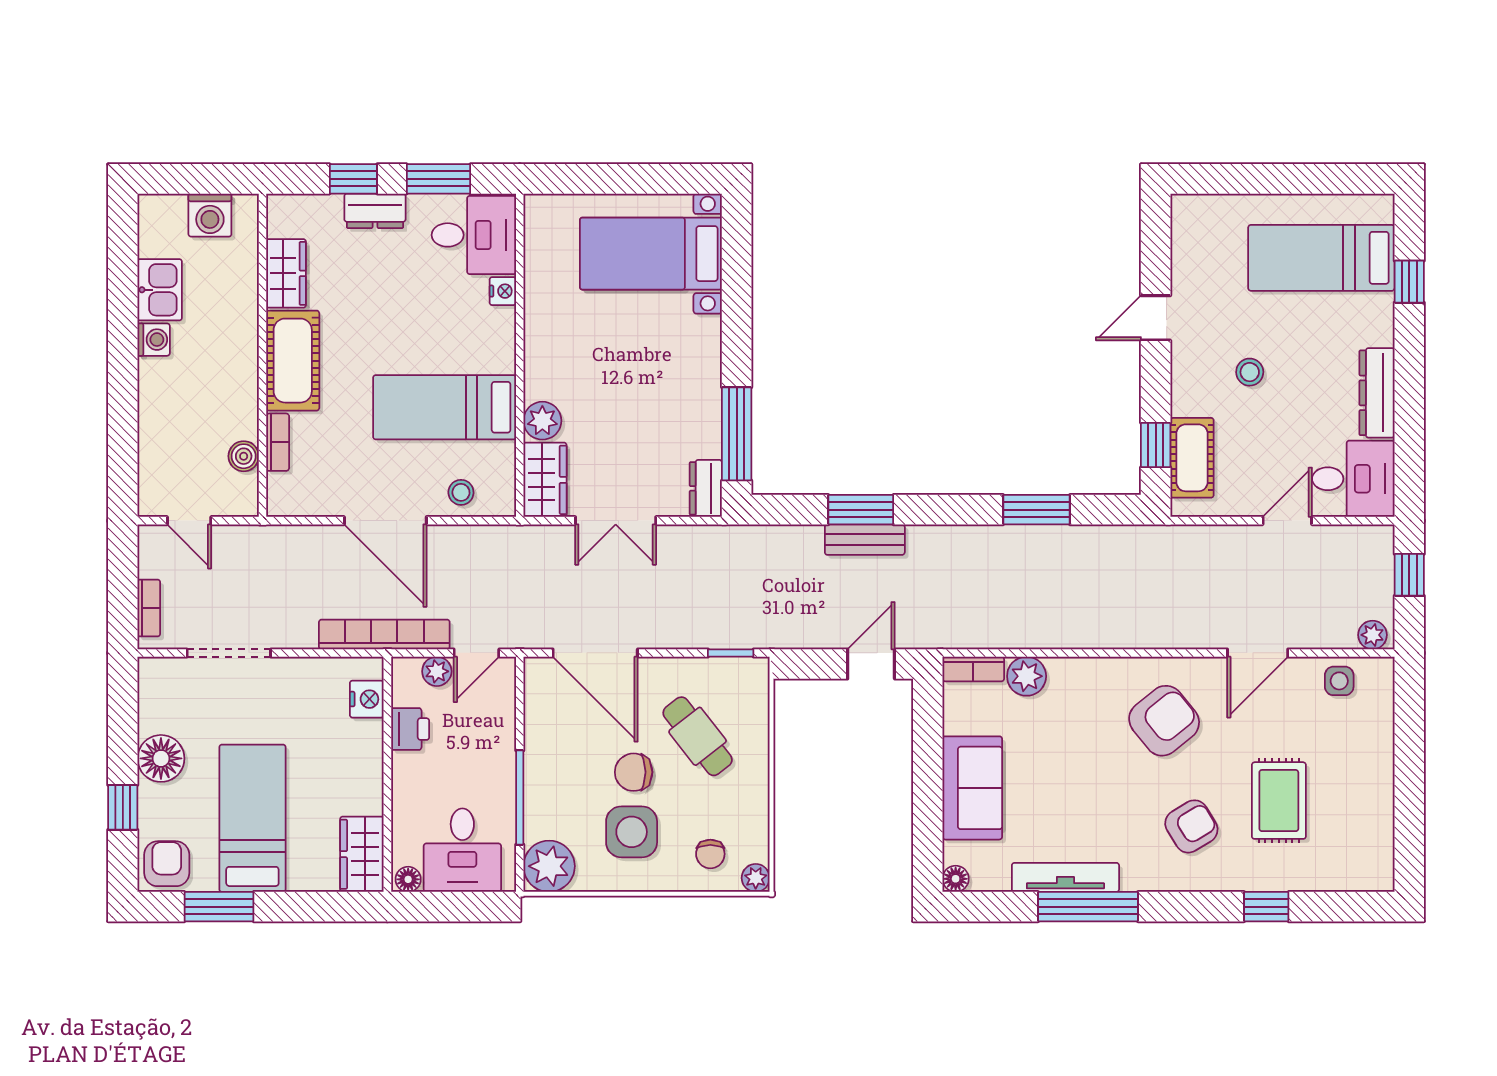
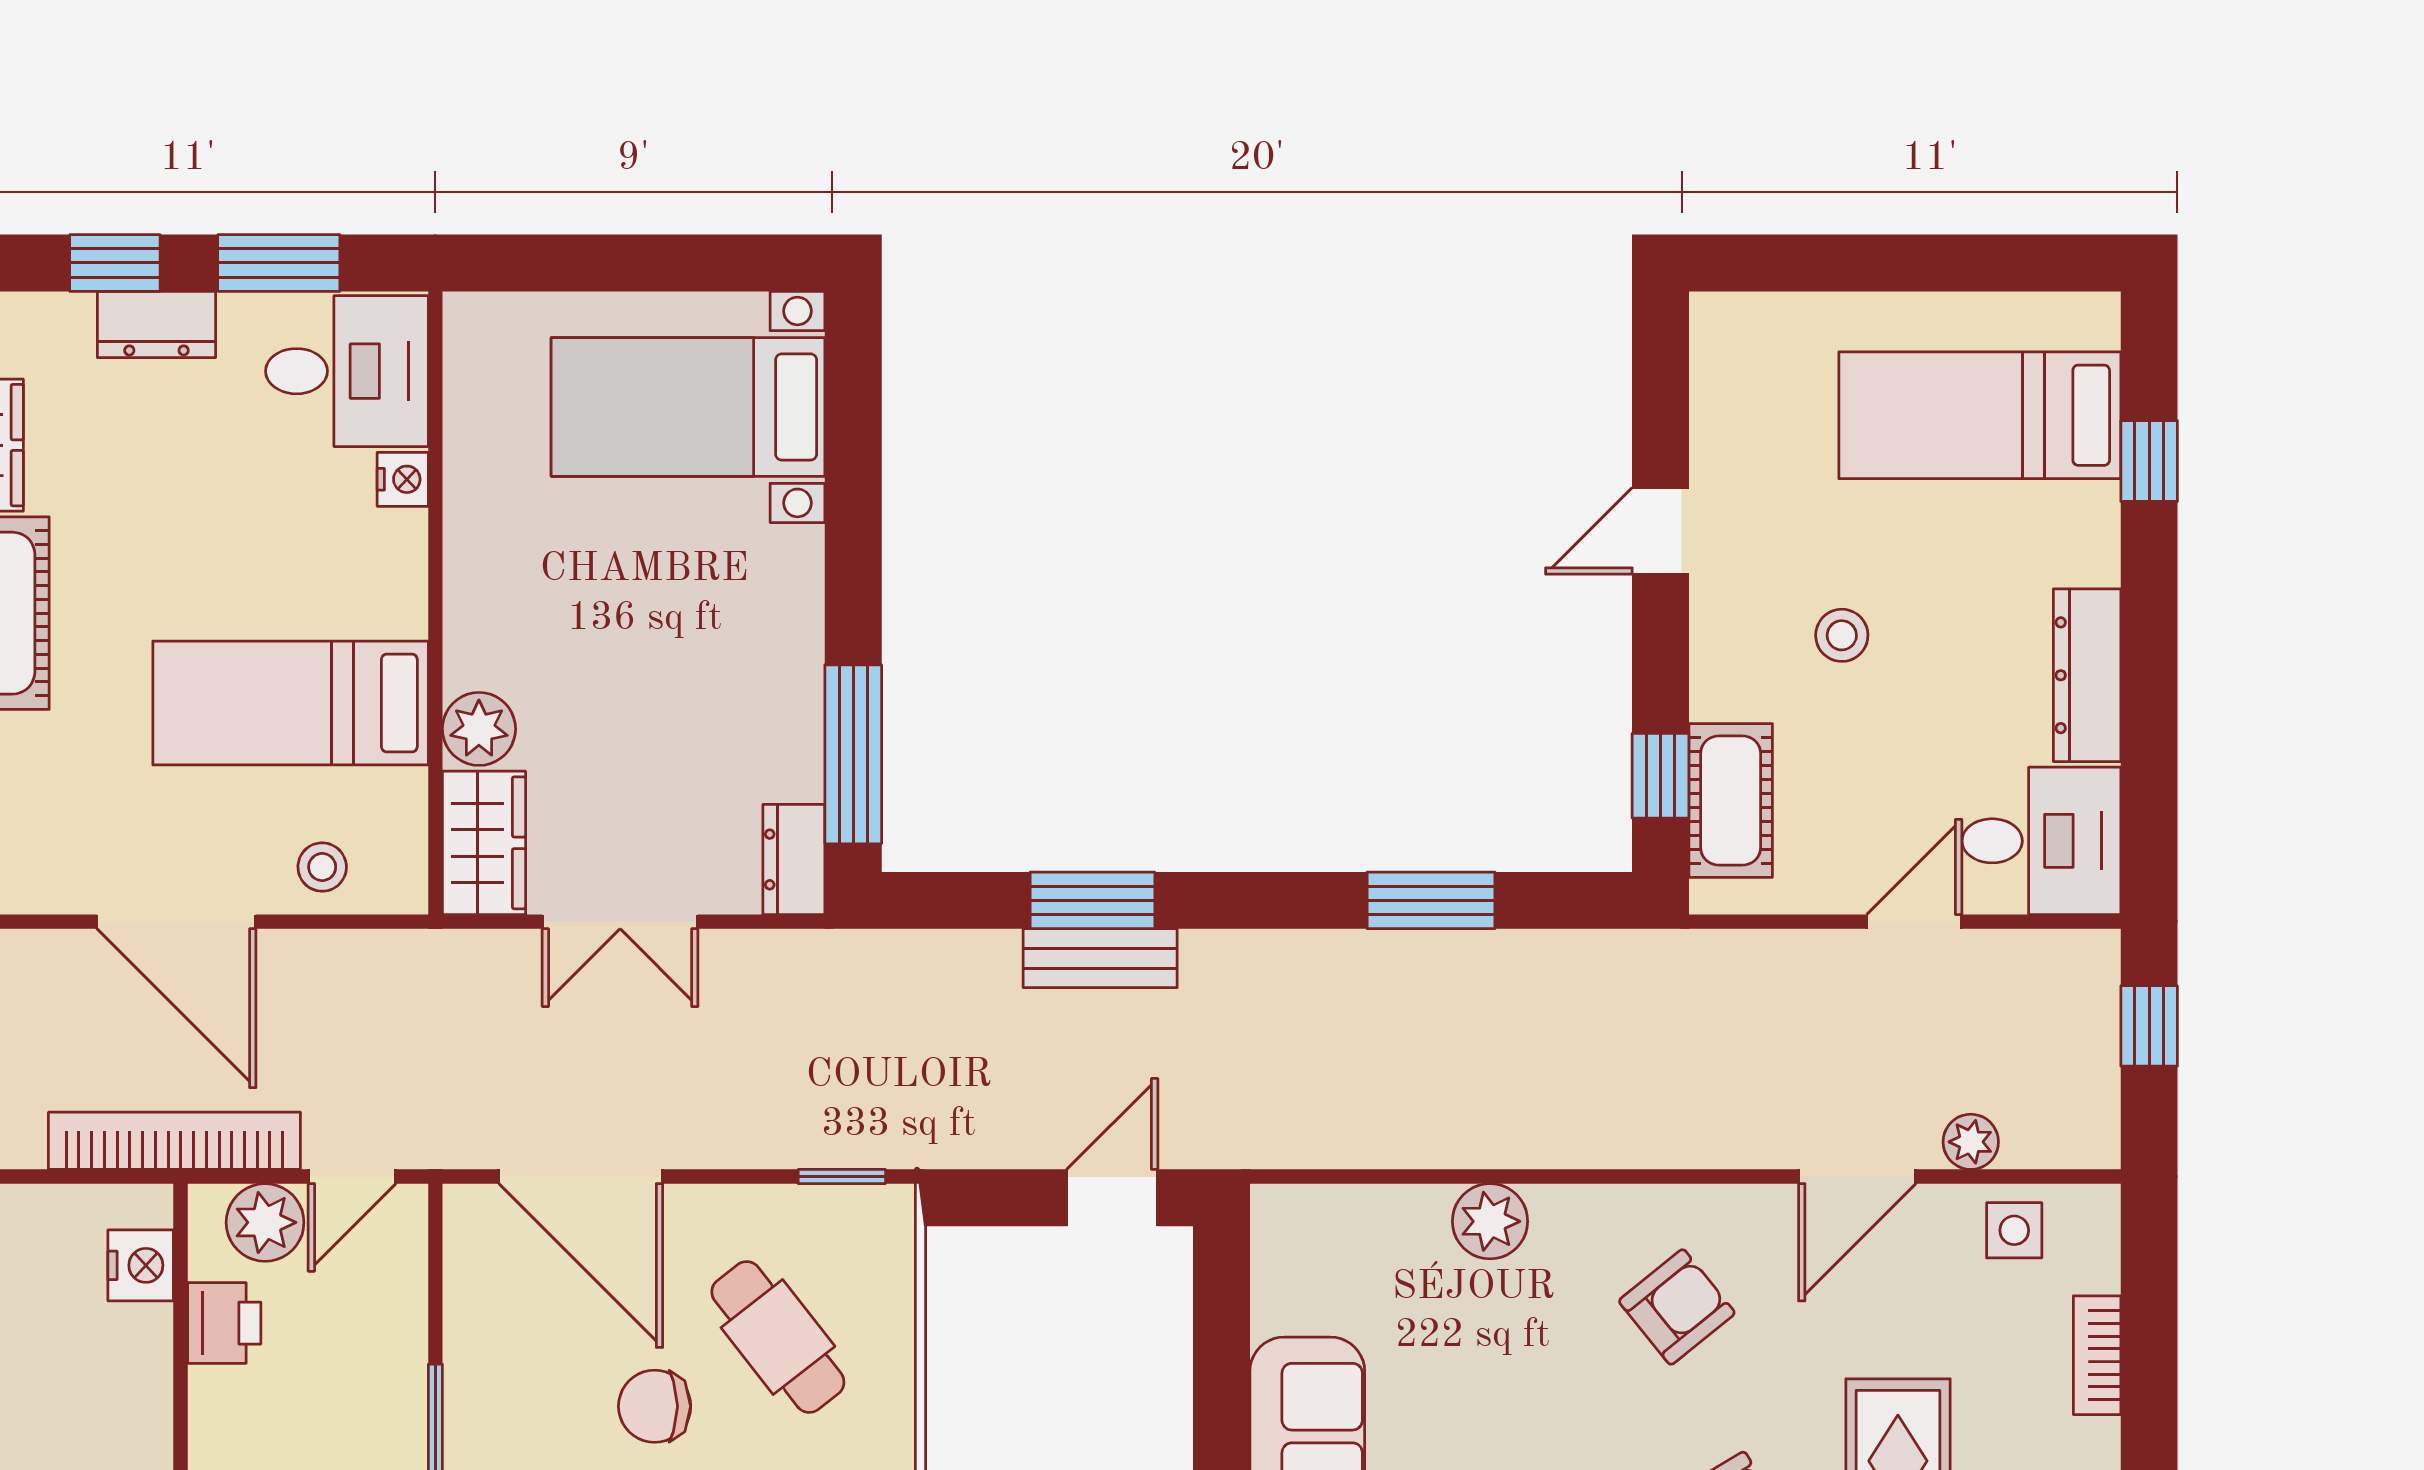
plant: (1373, 635) -> (1971, 1142), moved
bookcase: (973, 669) -> (2097, 1355), moved, turned 90
plant: (437, 671) -> (265, 1222), width x1.38, depth x1.38
plant: (1027, 676) -> (1490, 1221), moved
armchair: (1164, 721) -> (1677, 1307), width x0.72, depth x0.72

